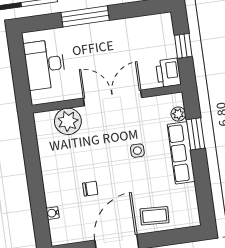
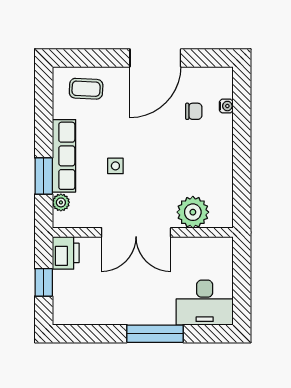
desk: (45, 65) -> (205, 303), moved, turned 90
chair: (90, 189) -> (194, 111), moved, turned 180
coffee table: (155, 216) -> (86, 89), moved

